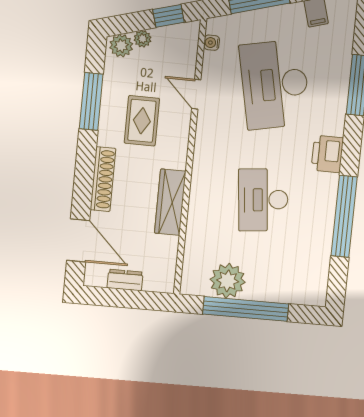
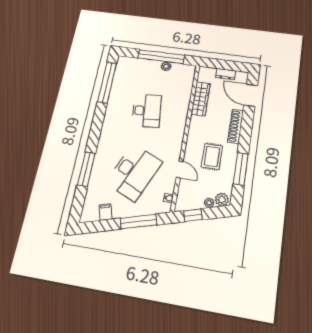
desk: (275, 84) -> (134, 172), turned 36
printer: (327, 154) -> (108, 133), removed
wardrobe: (170, 202) -> (201, 99), moved
window: (344, 216) -> (107, 82), moved
plant: (228, 281) -> (166, 66), width x0.53, depth x0.53

